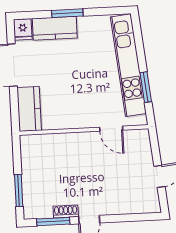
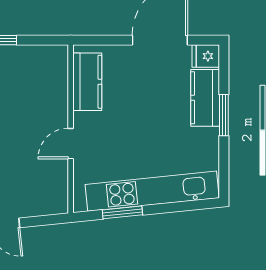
kitchen counter: (29, 109) -> (87, 82), moved, turned -90
door: (111, 129) -> (71, 144), moved

